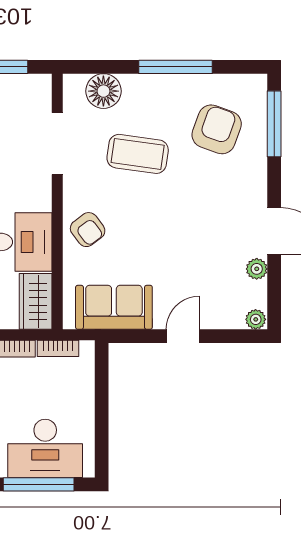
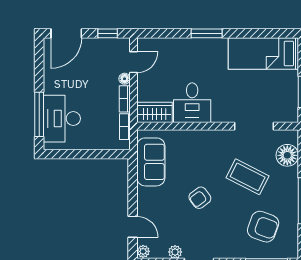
coffee table: (138, 154) -> (248, 177), turned -71
armchair: (88, 230) -> (200, 198), moved
door: (183, 336) -> (133, 227), moved

